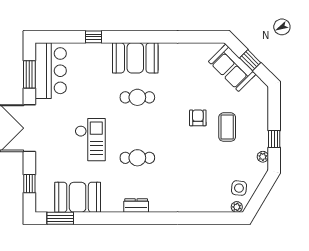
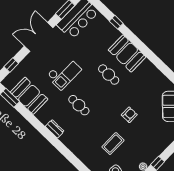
coffee table: (227, 127) -> (113, 144), moved

